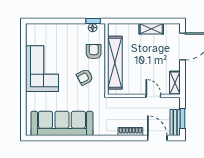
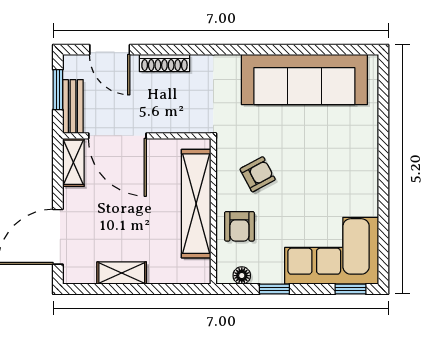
window: (39, 21) -> (351, 289), added
window: (93, 21) -> (274, 289), moved
corner sofa: (42, 69) -> (332, 251), moved, turned 90
door: (153, 96) -> (117, 136), width x1.87
bench: (175, 122) -> (73, 107), moved

